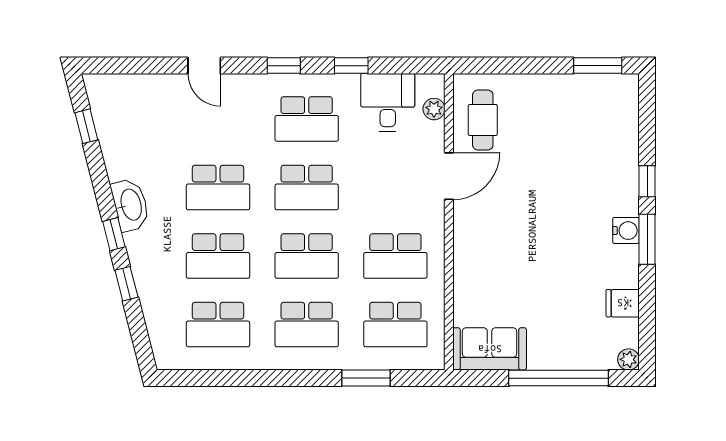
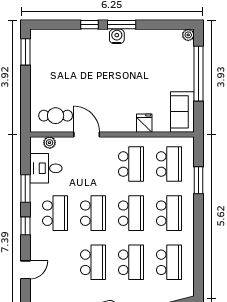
window: (351, 66) -> (25, 189), width x1.50
fridge: (623, 303) -> (144, 123), moved, turned 180

